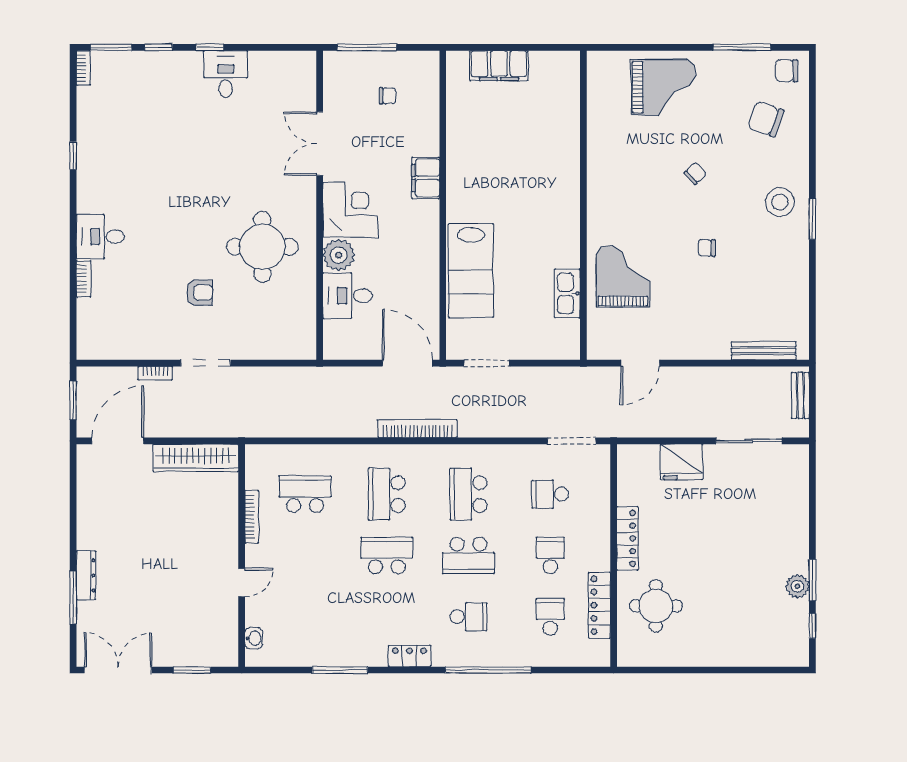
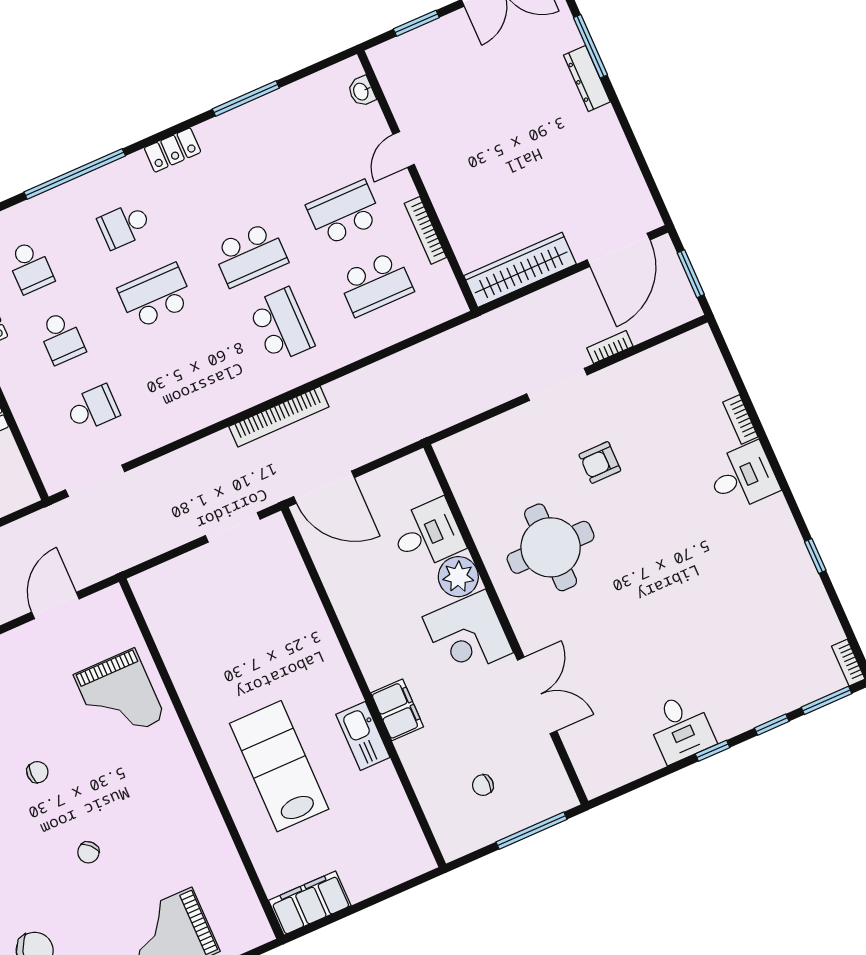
filing cabinet: (499, 66) -> (310, 903), moved
lab bench: (471, 271) -> (279, 766), moved
kitchen sink: (567, 293) -> (363, 736), moved, turned 180
school desk: (468, 494) -> (344, 213), moved, turned -90

